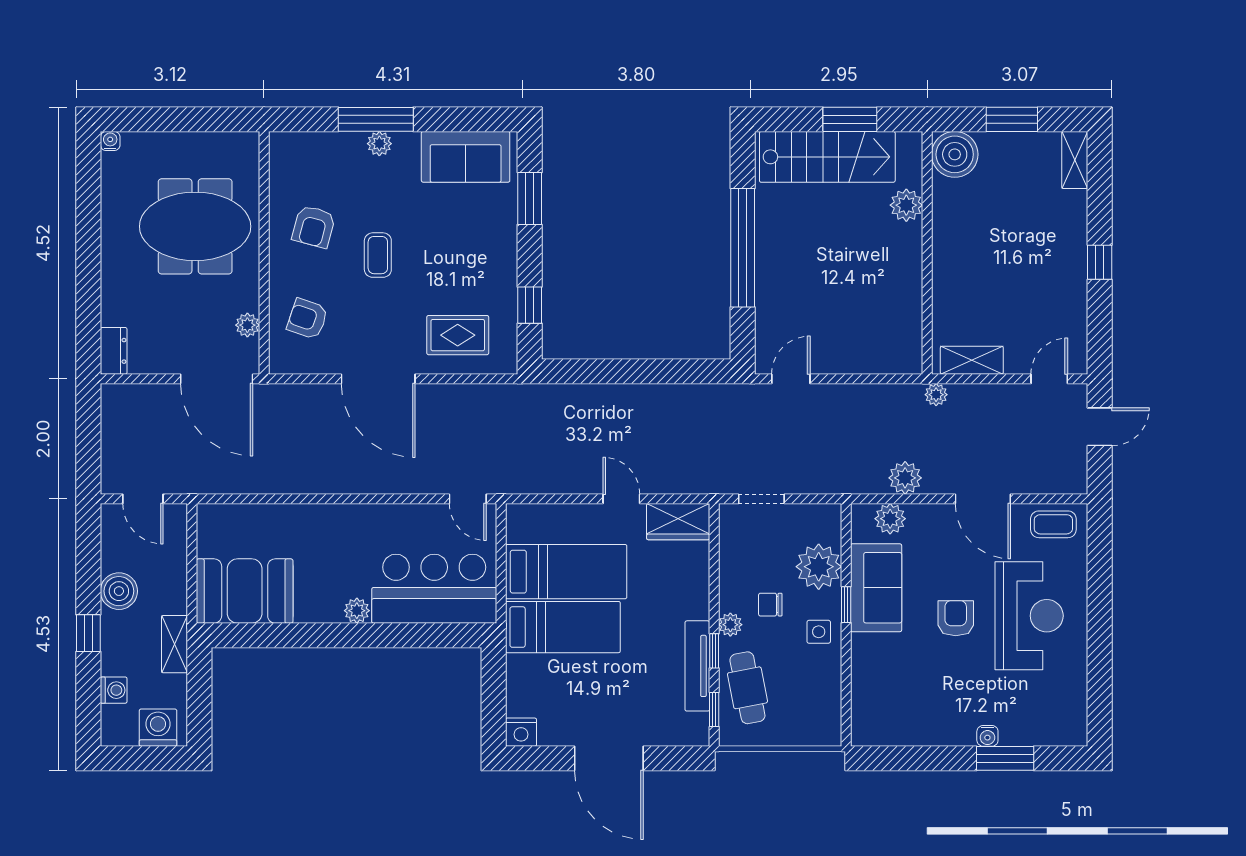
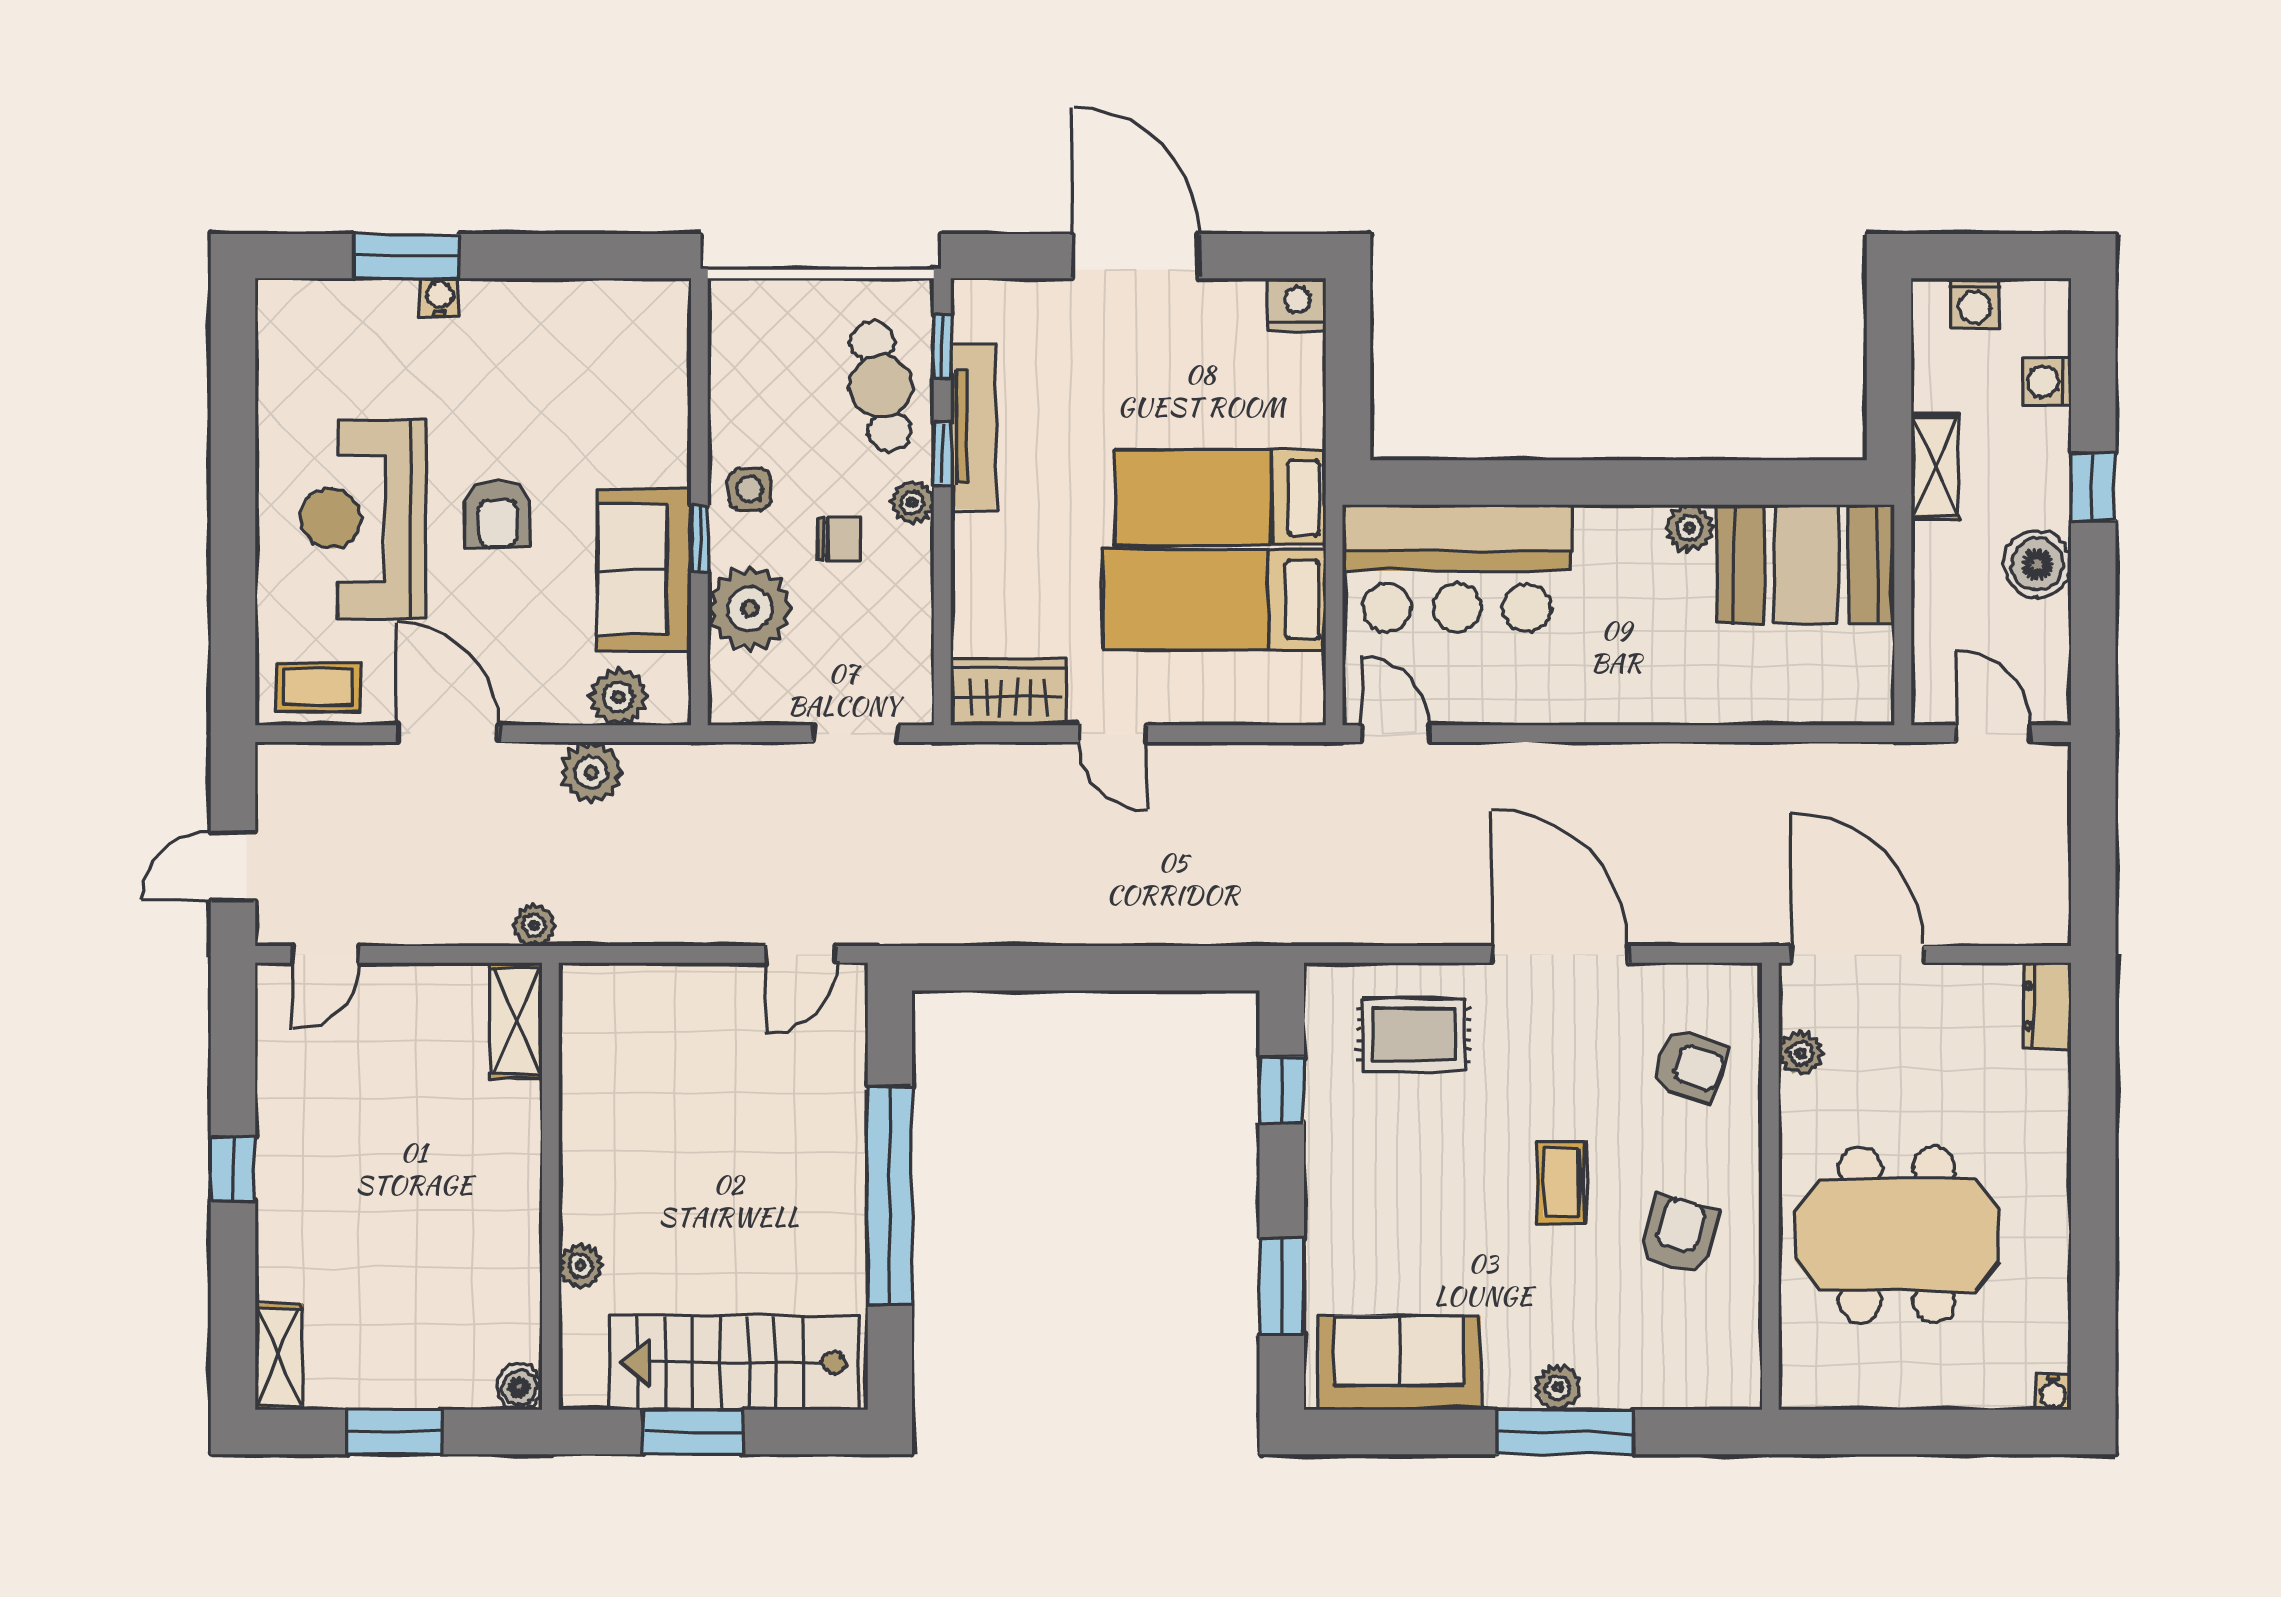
boiler: (955, 154) -> (519, 1387), width x0.54, depth x0.54
plant: (906, 205) -> (580, 1266), width x0.73, depth x0.73
shelving: (972, 360) -> (516, 1020), moved, turned 90
plant: (357, 611) -> (1689, 528), moved
washing machine: (158, 728) -> (1975, 303), width x0.73, depth x0.73

